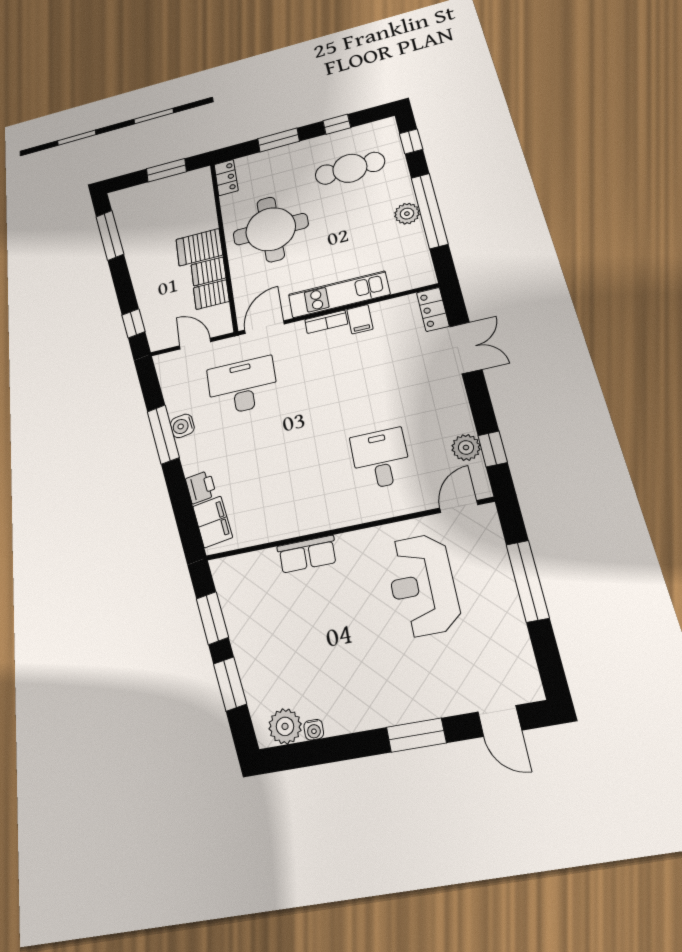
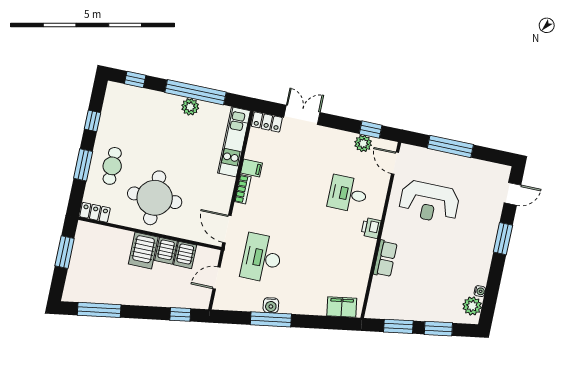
cafe table: (350, 168) -> (112, 166), moved, width x0.73, depth x0.74
kitchen unit: (339, 294) -> (234, 142), moved
printer: (201, 487) -> (371, 228), moved, turned -81

